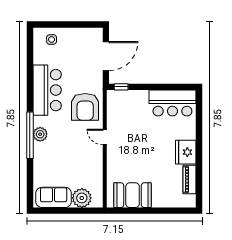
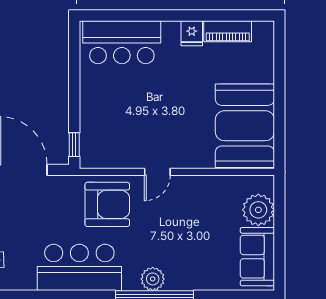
bar counter: (172, 103) -> (122, 42), moved, turned 90
fridge: (186, 152) -> (192, 33), width x0.53, depth x0.75
booth: (133, 195) -> (245, 126), width x1.36, depth x1.42

